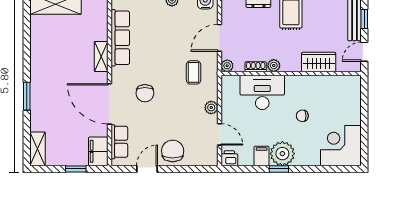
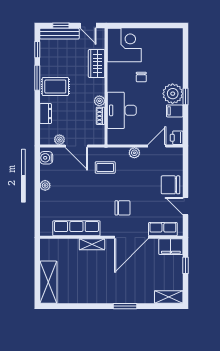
plant: (227, 66) -> (59, 140), moved
corner desk: (341, 146) -> (124, 45), moved, turned 180

